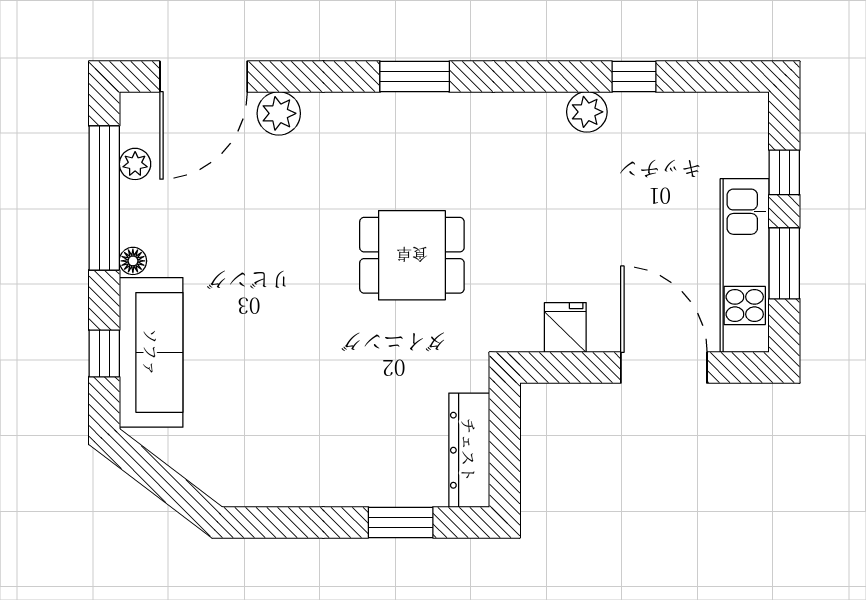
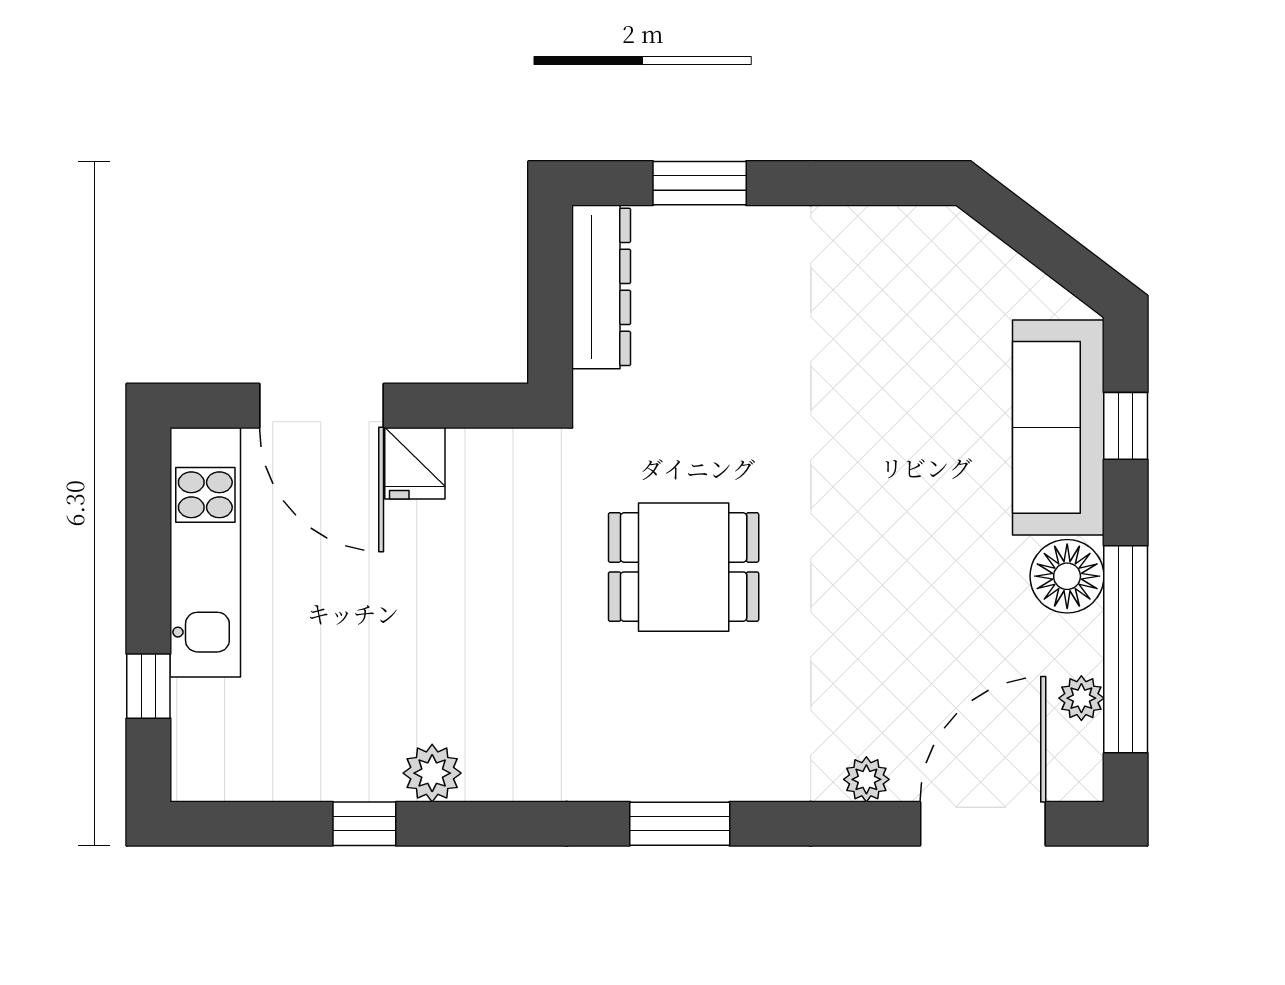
plant: (279, 113) -> (866, 779), width x0.73, depth x0.73
floor lamp: (133, 261) -> (1067, 576), width x1.89, depth x1.89
window: (784, 263) -> (148, 555), removed
fridge: (565, 327) -> (415, 463), moved

